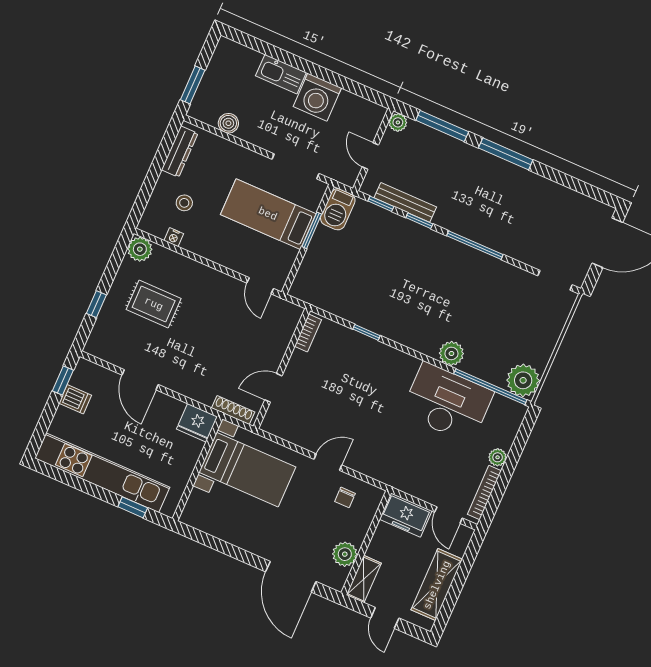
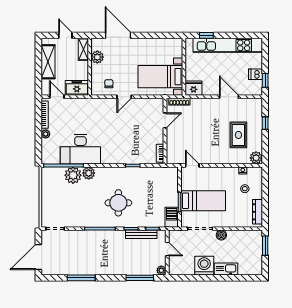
boiler: (228, 123) -> (221, 235), moved
window: (506, 154) -> (81, 278), moved
round table: (422, 277) -> (118, 203), added
rug: (154, 304) -> (238, 135), turned 90
plant: (523, 380) -> (73, 175), moved

